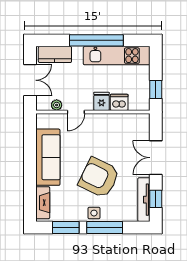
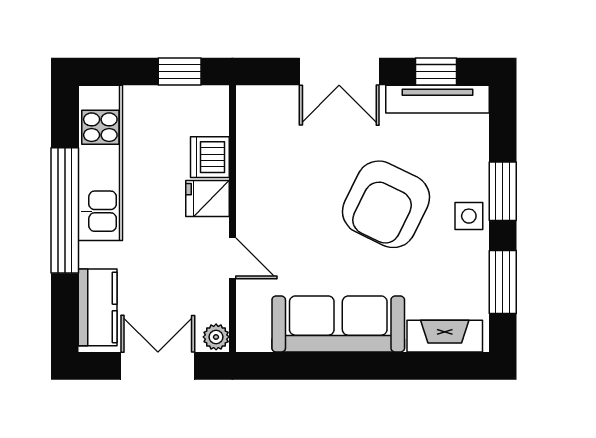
plant: (57, 105) -> (216, 337), moved
window: (105, 227) -> (503, 191), width x0.69

